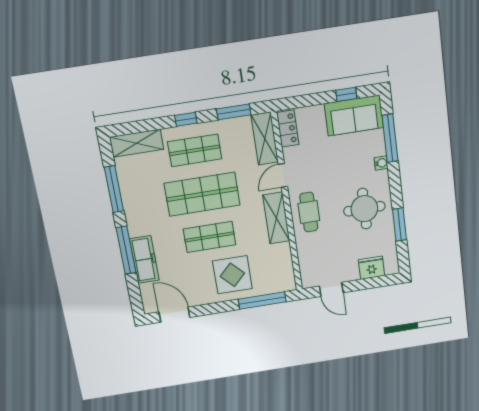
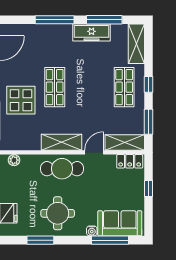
window: (346, 94) -> (149, 188), moved
sofa: (354, 116) -> (120, 223), moved, turned 90
door: (283, 175) -> (94, 152), hinge flipped
shop shelf: (202, 194) -> (89, 87), removed
cafe table: (309, 212) -> (62, 169), width x1.37, depth x1.35
freezer: (144, 260) -> (91, 33), moved
plant: (306, 271) -> (14, 160), added

